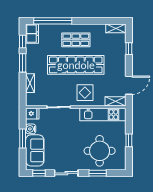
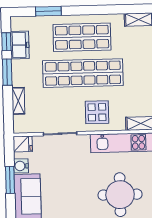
window: (53, 21) -> (48, 11), width x0.47
freezer: (32, 34) -> (20, 45), moved
shop shelf: (76, 40) -> (82, 37), width x1.43, depth x1.36

